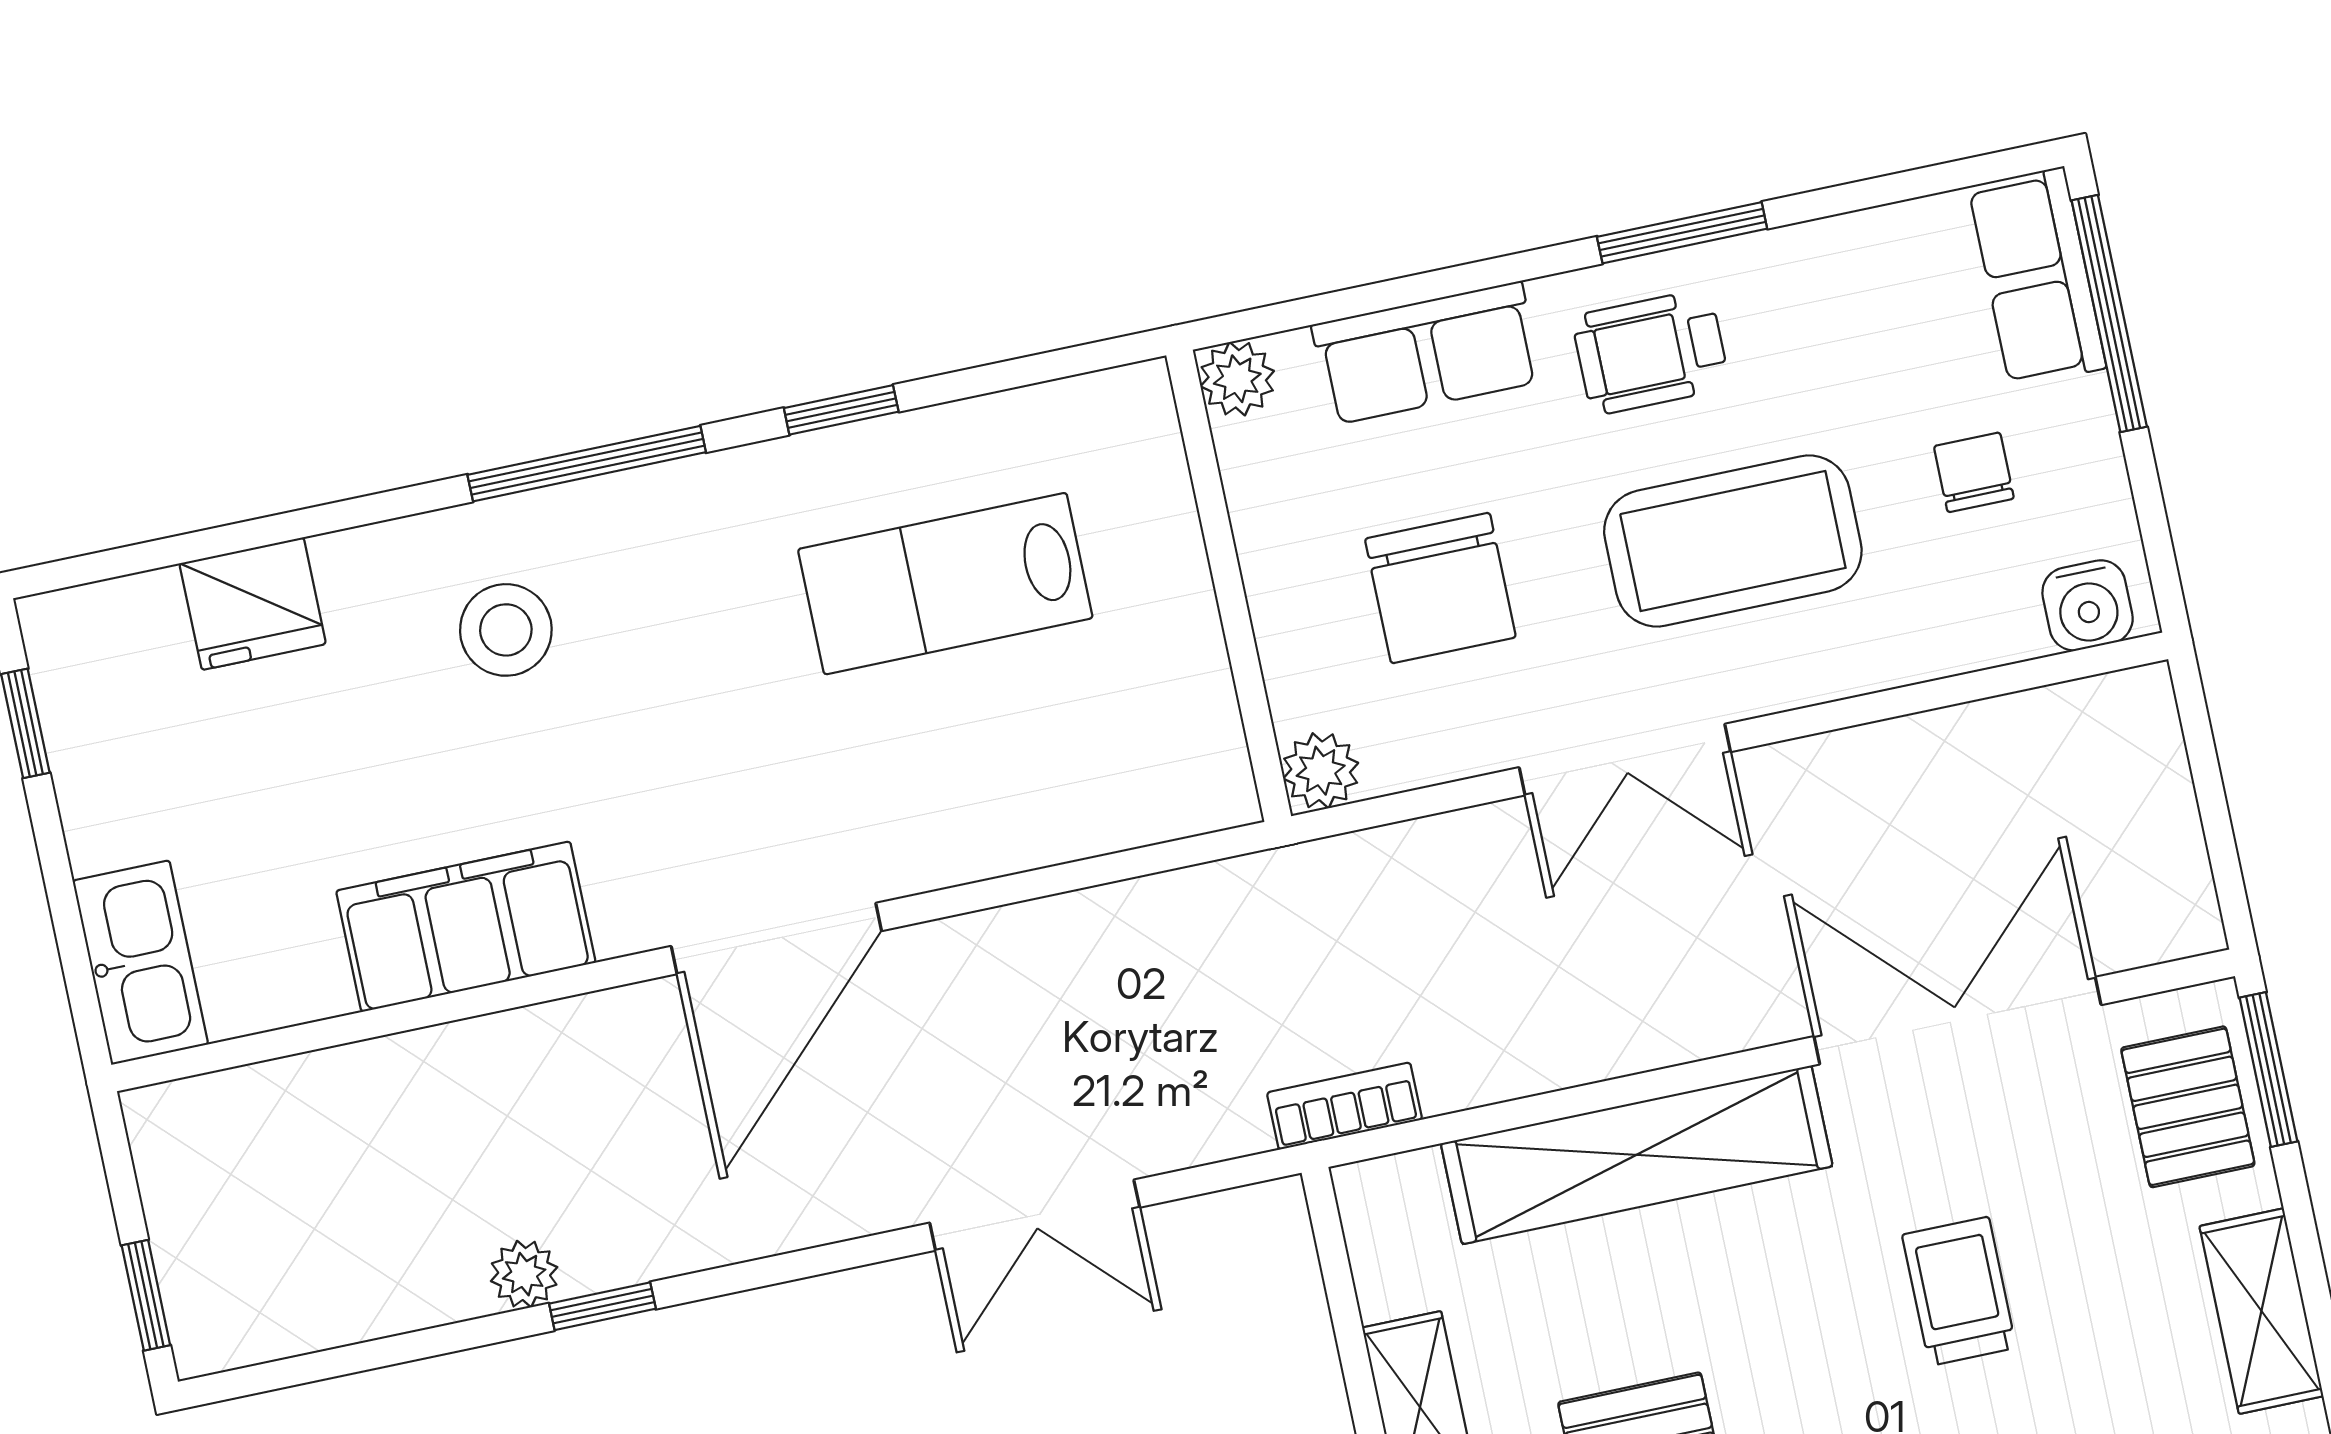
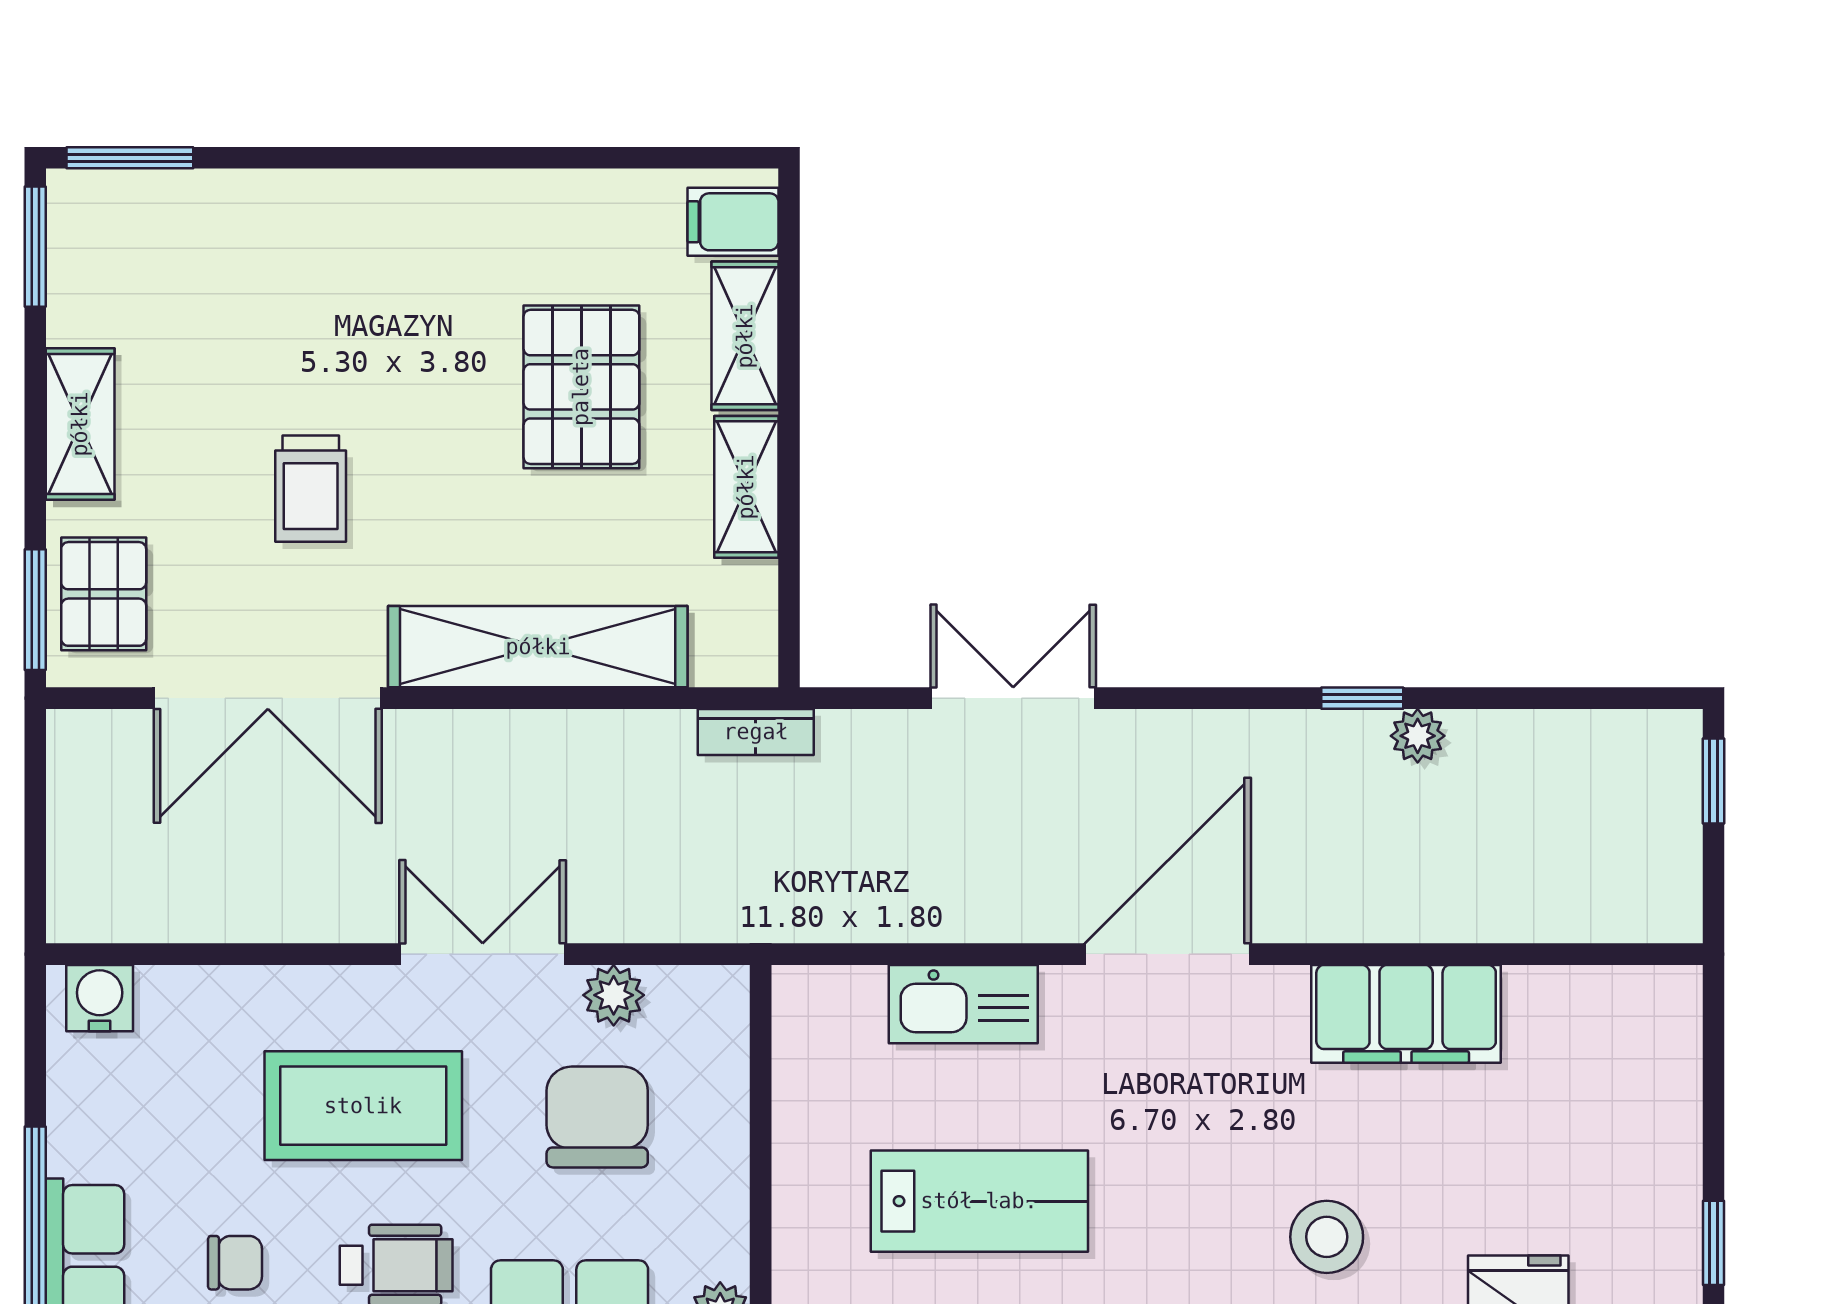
chair: (1974, 472) -> (235, 1263), moved, turned -90
plant: (1321, 771) -> (614, 995), moved
kitchen sink: (140, 963) -> (963, 1004), moved, turned -90

